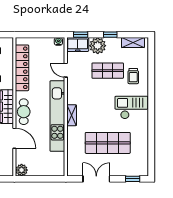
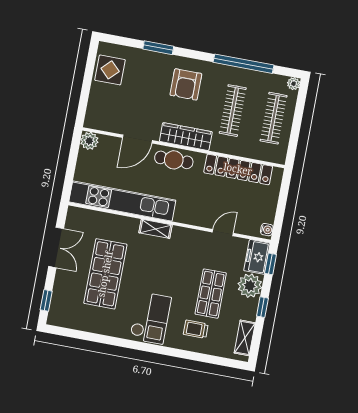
kitchen unit: (57, 116) -> (122, 201), moved

